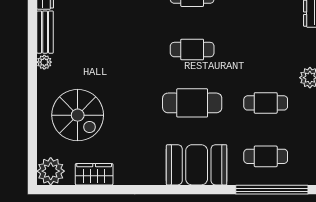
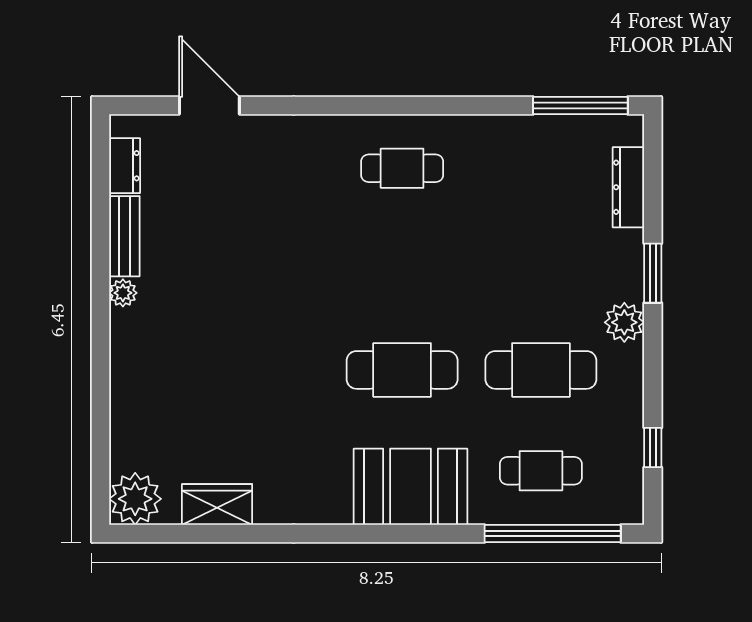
cafe table: (192, 50) -> (402, 269), removed
cafe table: (266, 103) -> (541, 370), width x1.37, depth x1.35
spiral stairs: (78, 115) -> (186, 393), removed

